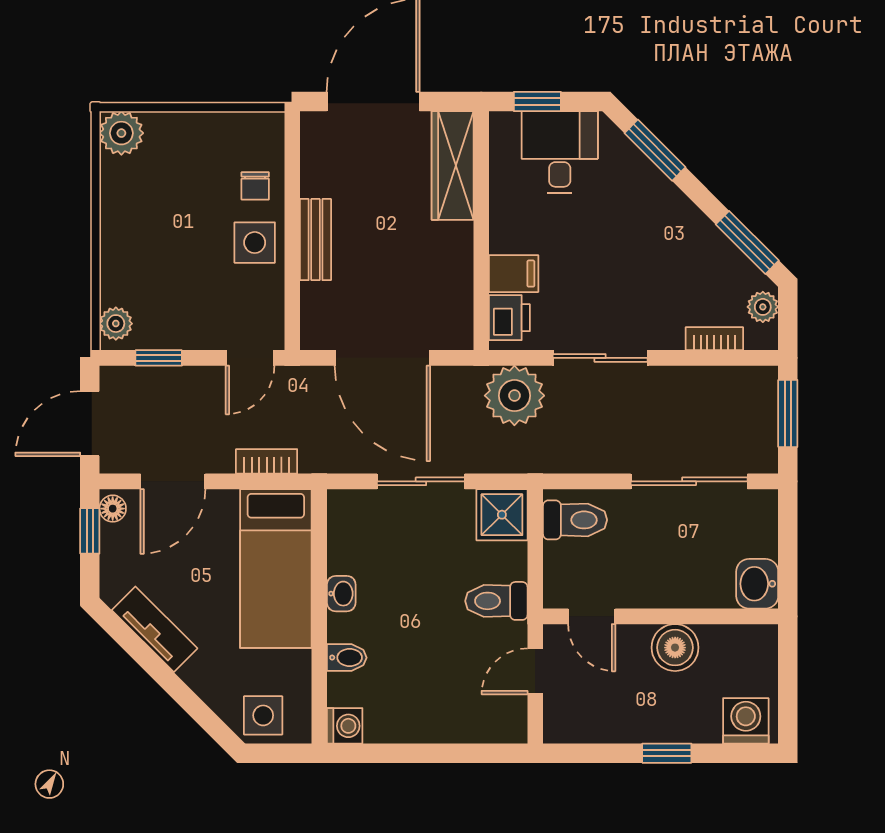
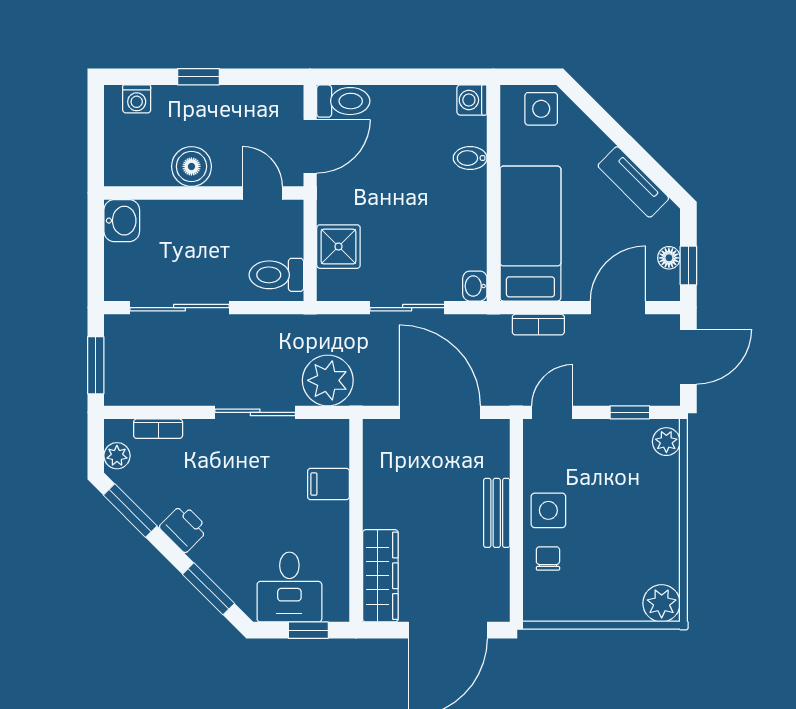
printer: (509, 318) -> (184, 528), moved, turned 135
floor lamp: (113, 509) -> (669, 258), moved
shower: (502, 515) -> (338, 247), moved
washbasin: (341, 594) -> (475, 286), moved
toilet: (496, 601) -> (343, 101), moved
door: (535, 671) -> (310, 146), width x1.37
washing machine: (746, 721) -> (137, 99), width x0.73, depth x0.73

